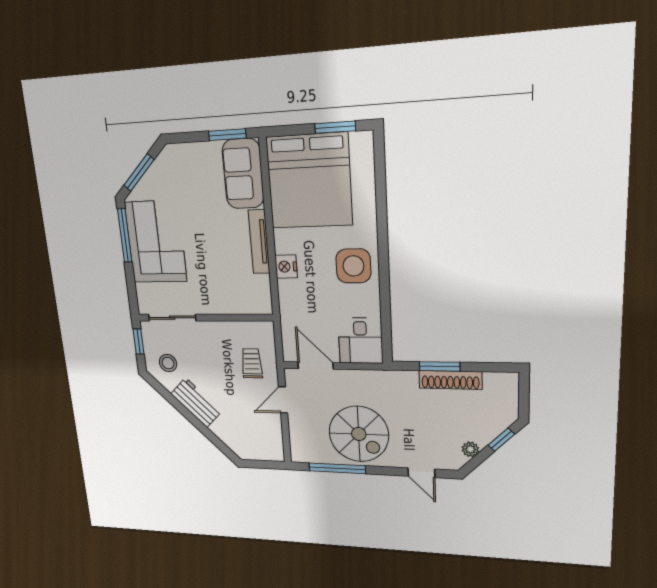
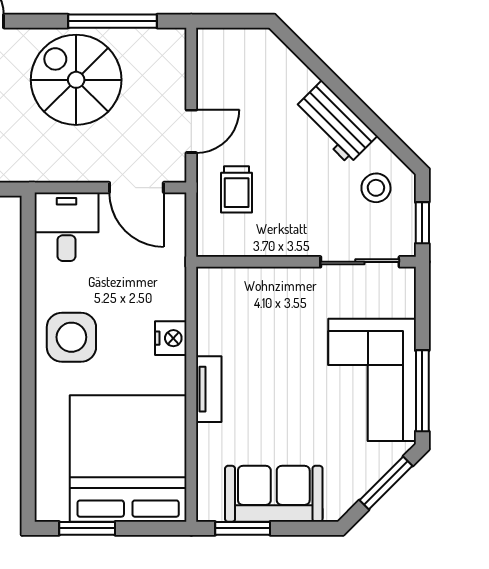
sofa: (243, 174) -> (274, 494), moved, turned -90
tv unit: (259, 242) -> (209, 389), width x0.71

